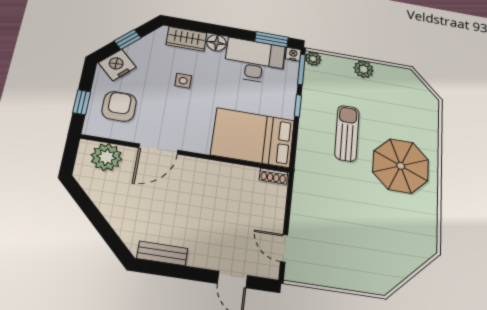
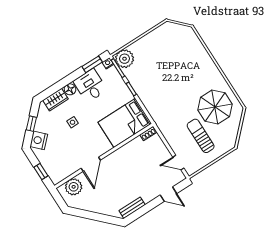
plant: (313, 59) -> (125, 59), width x1.88, depth x1.88
desk: (255, 61) -> (90, 86), width x0.73
plant: (364, 69) -> (145, 42), removed
armchair: (119, 106) -> (58, 159), removed
sun lounger: (347, 133) -> (201, 136), moved
parasol: (401, 166) -> (215, 107), moved

